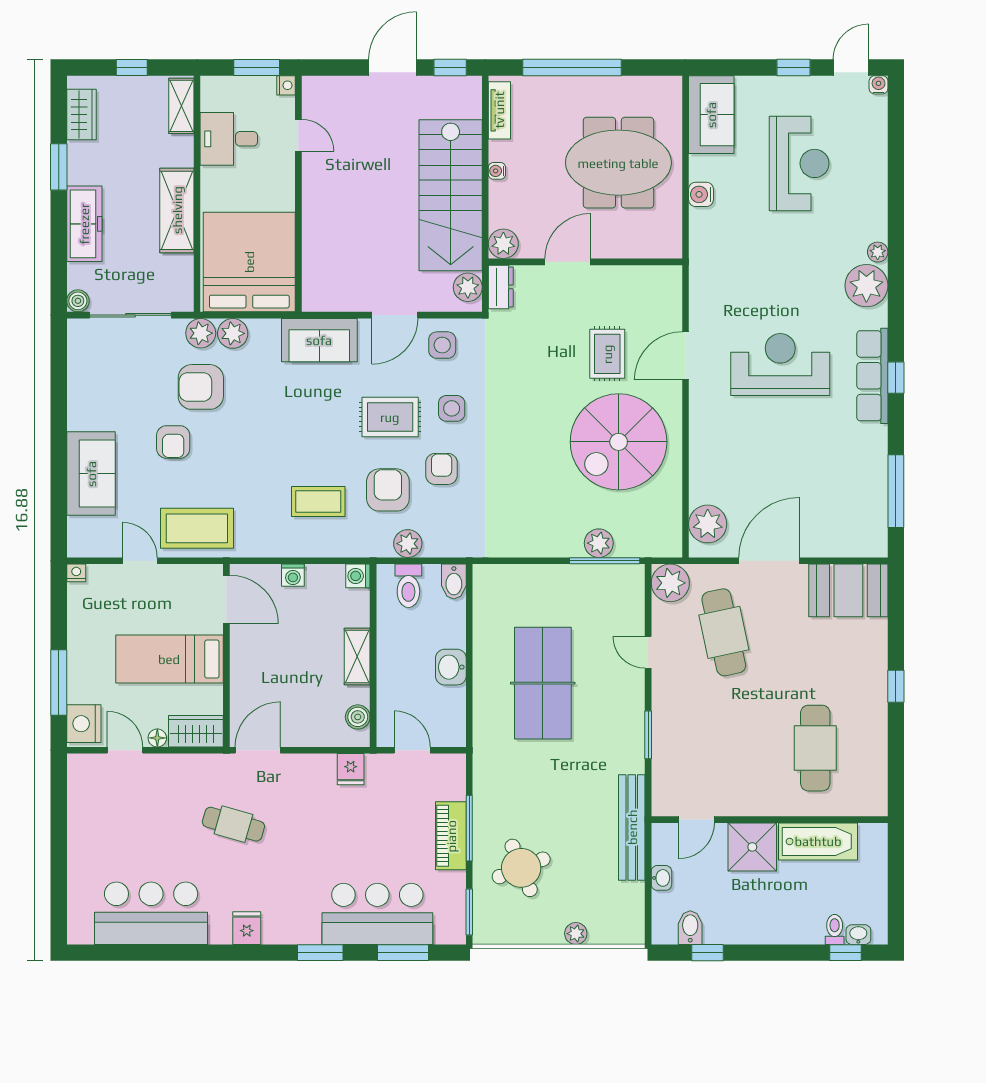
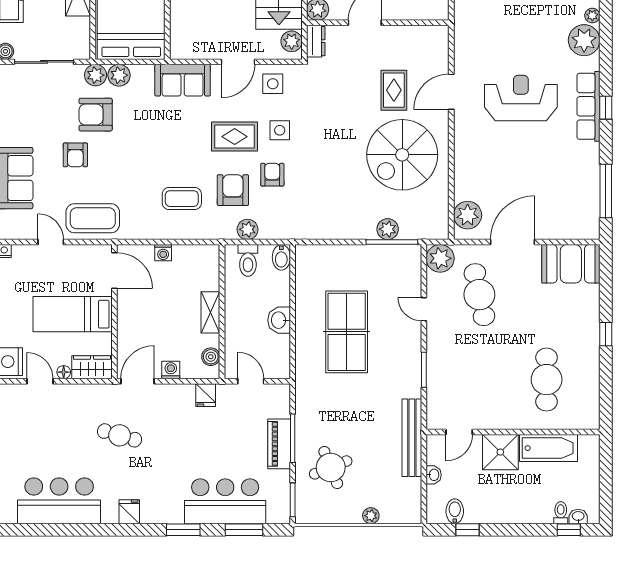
washing machine: (358, 576) -> (171, 370), moved, turned 90

